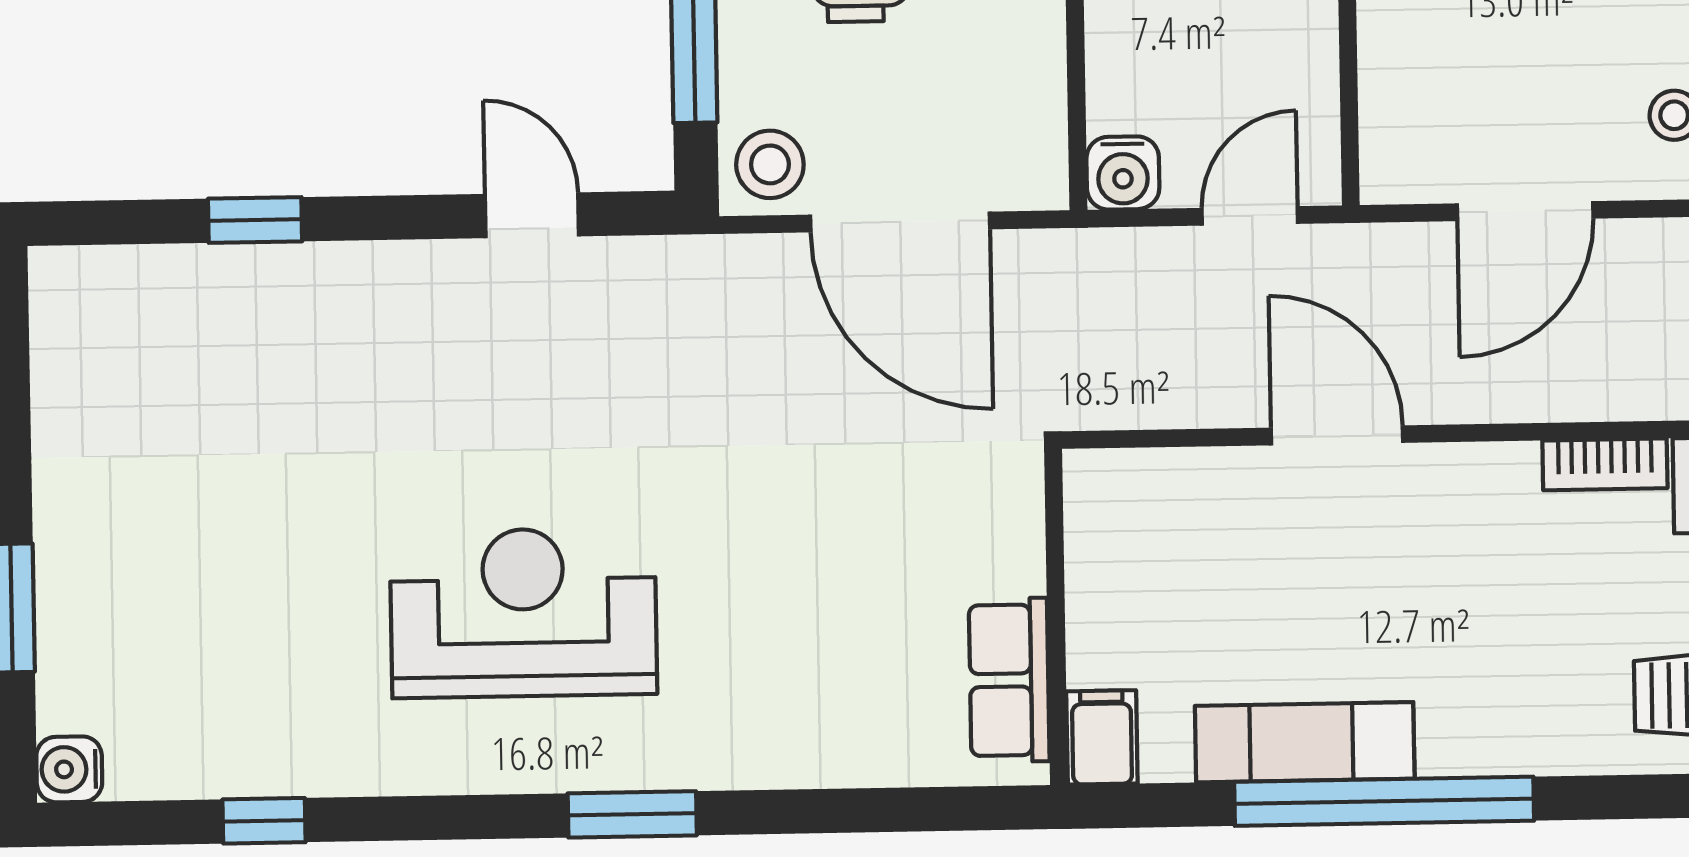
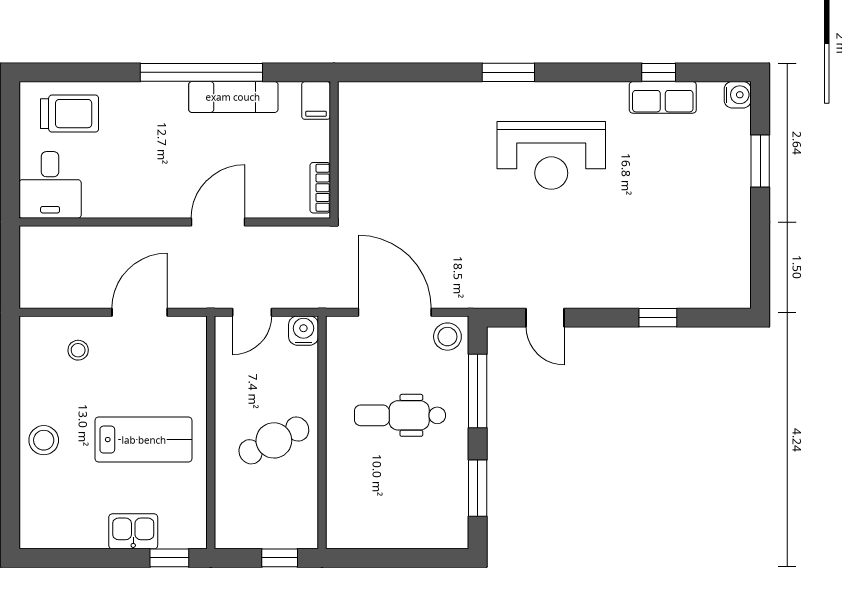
door: (1337, 435) -> (218, 222), swing flipped
bookcase: (1605, 464) -> (320, 188), moved, turned -90
row of seats: (1009, 680) -> (663, 97), moved, turned 90

